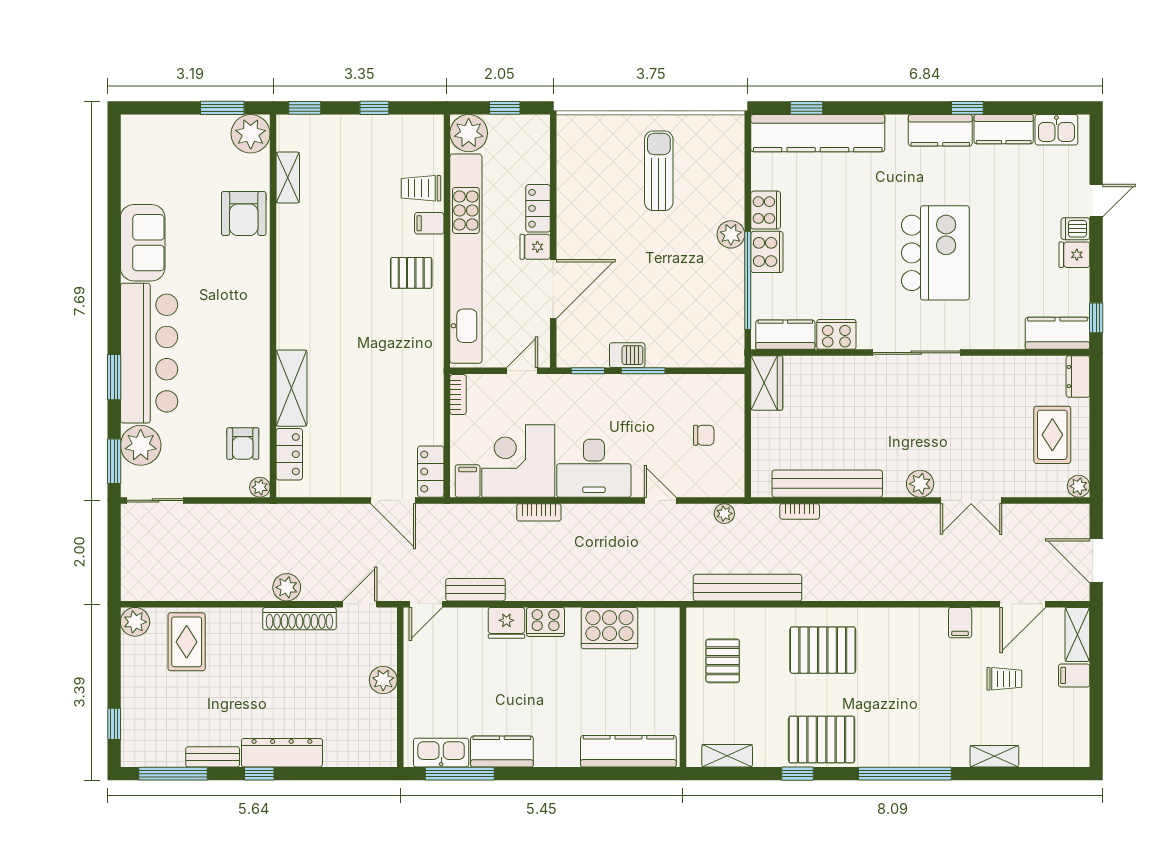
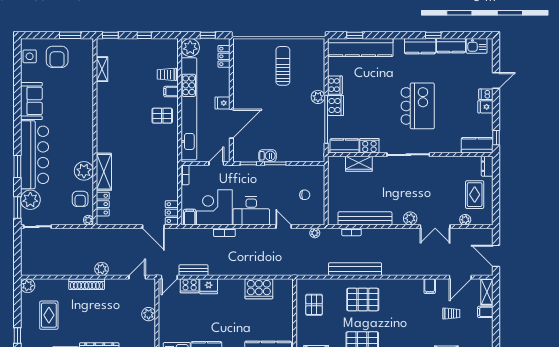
plant: (251, 134) -> (84, 171), moved
side table: (139, 151) -> (30, 56), added
locker: (538, 208) -> (224, 56), moved
armchair: (244, 214) -> (57, 57), moved
wardrobe: (767, 383) -> (359, 164), moved, turned 90
plant: (1079, 486) -> (465, 220), moved
bench: (748, 588) -> (355, 269), moved
shoe rack: (299, 619) -> (87, 284), moved
cooker: (546, 622) -> (190, 286), moved
rug: (187, 642) -> (49, 315), moved

